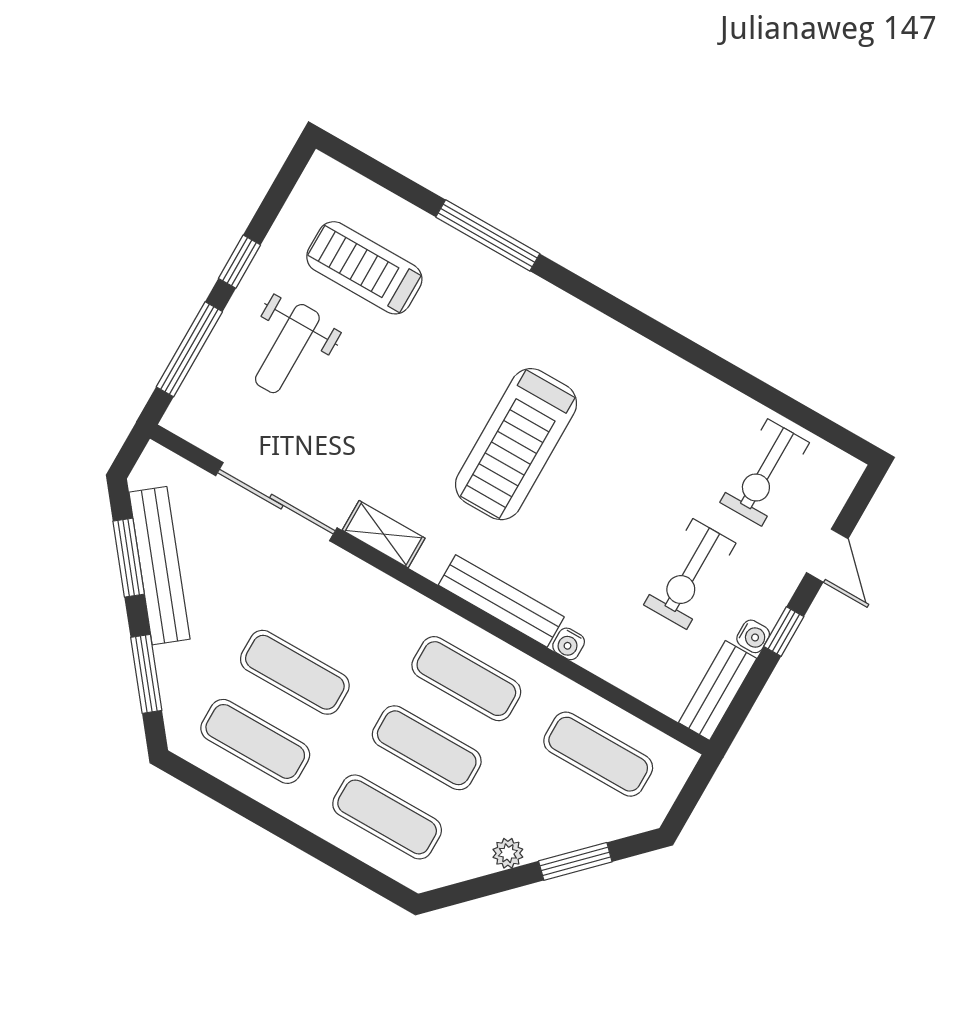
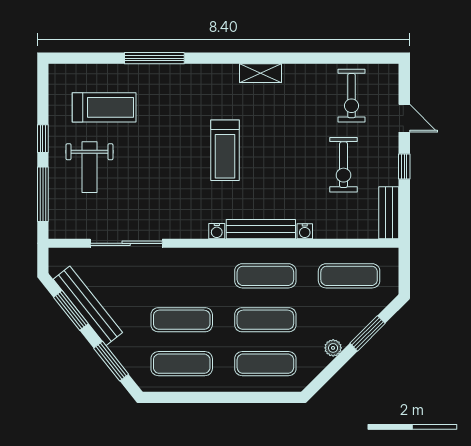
treadmill: (364, 268) -> (104, 107), turned 180
treadmill: (516, 444) -> (225, 150), width x0.73, depth x0.73
shelving: (384, 534) -> (260, 73), moved
water cooler: (753, 636) -> (217, 231), moved, turned 90

